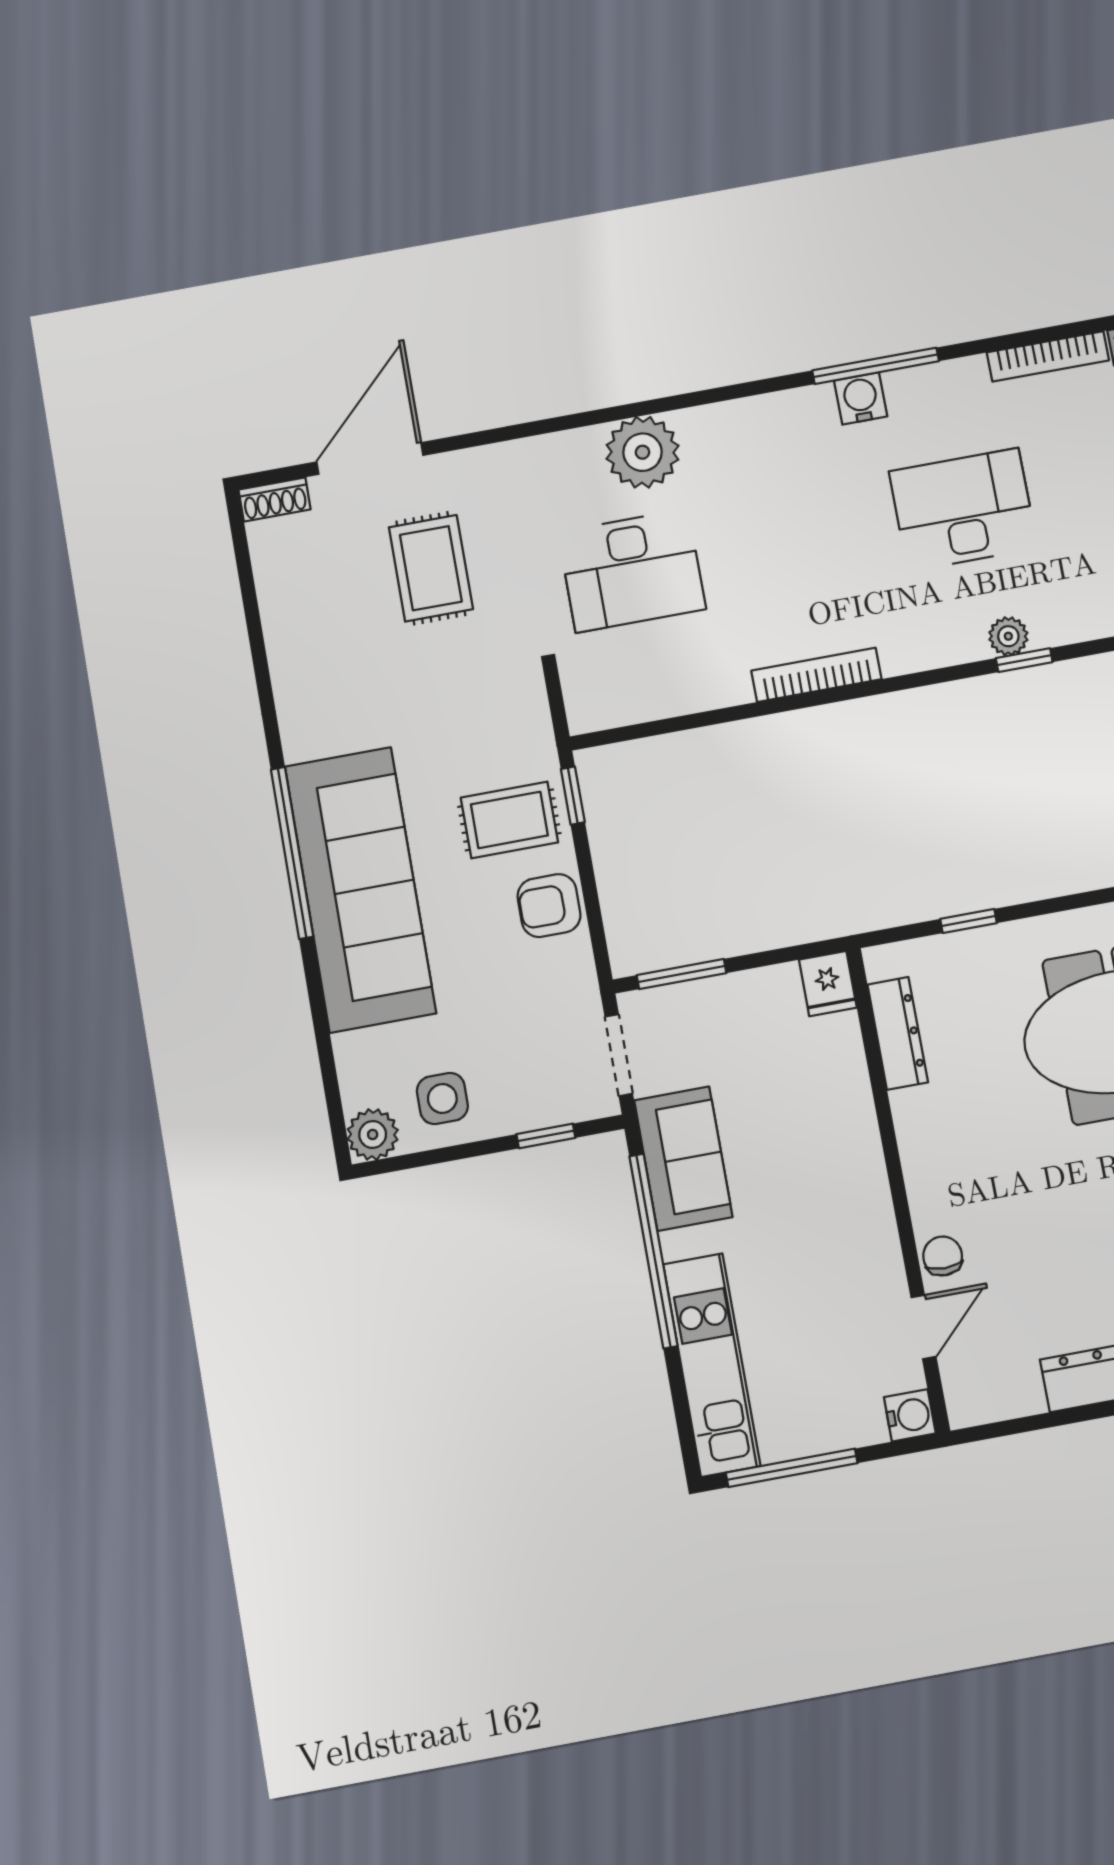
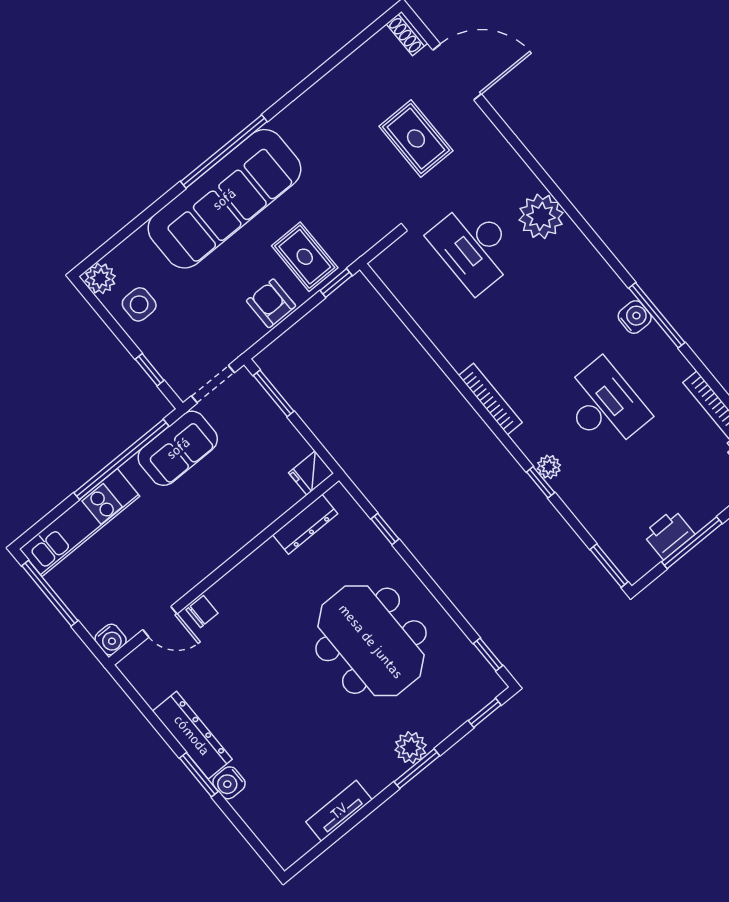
rug: (431, 568) -> (416, 139), turned 90
bookcase: (816, 675) -> (490, 399), moved

